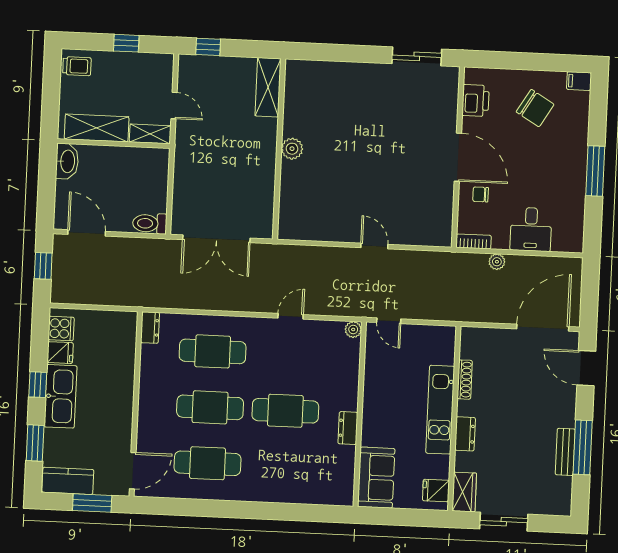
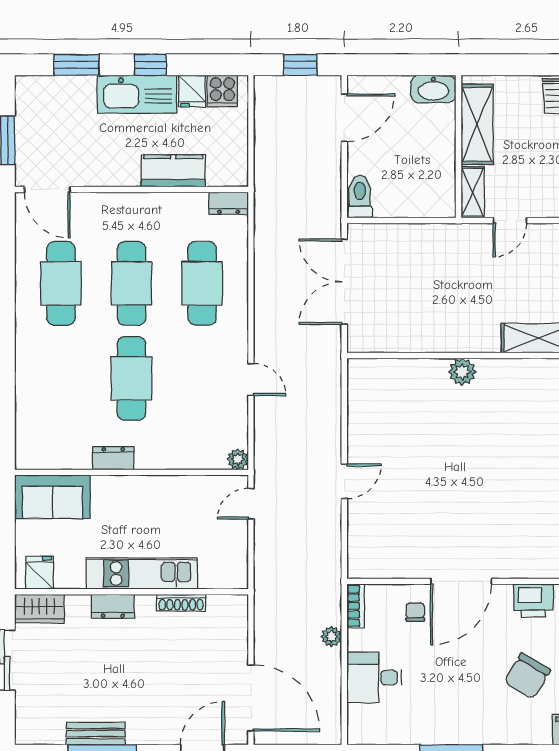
kitchen counter: (68, 481) -> (173, 171), moved, turned -90

